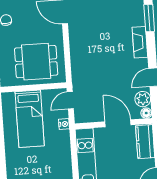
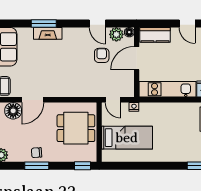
fireplace: (140, 42) -> (48, 33), moved
dining table: (36, 62) -> (76, 128), turned 90
armchair: (118, 84) -> (102, 55), added

